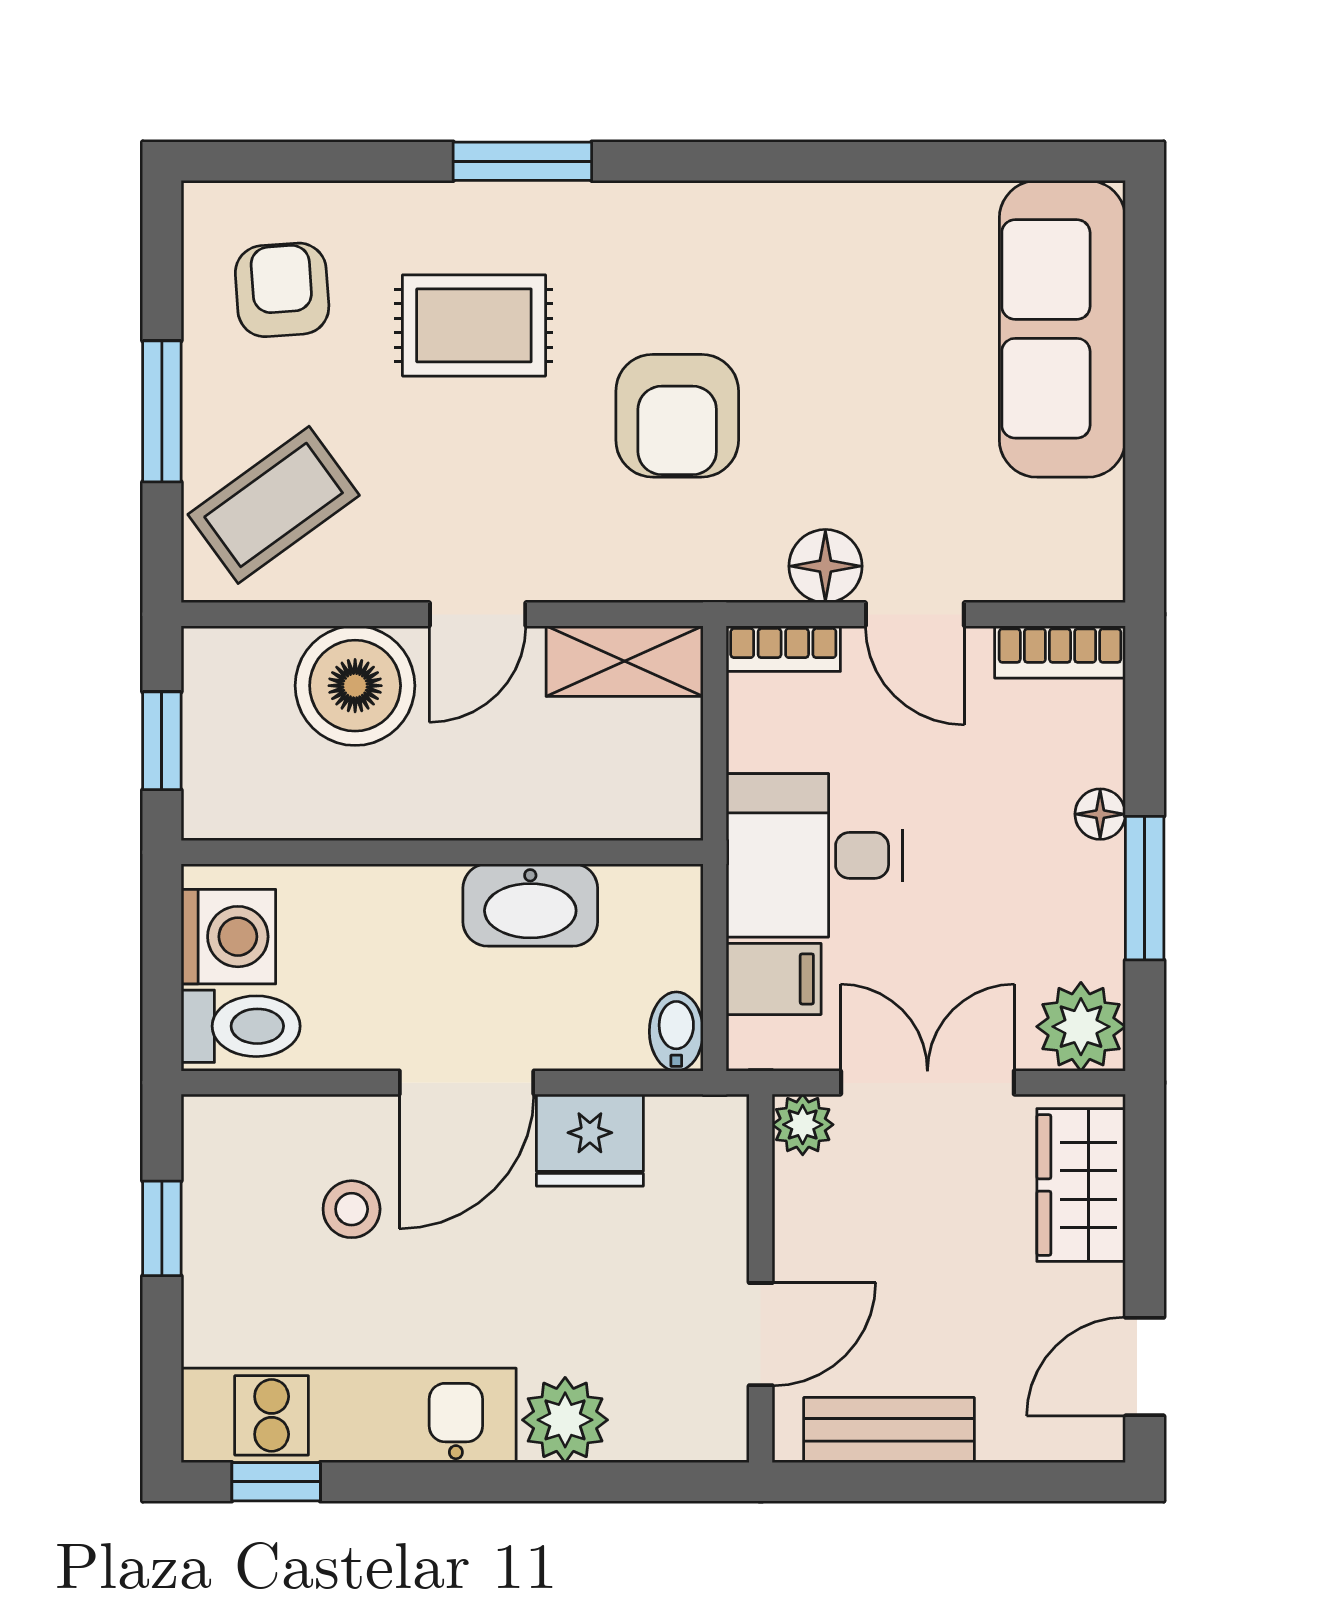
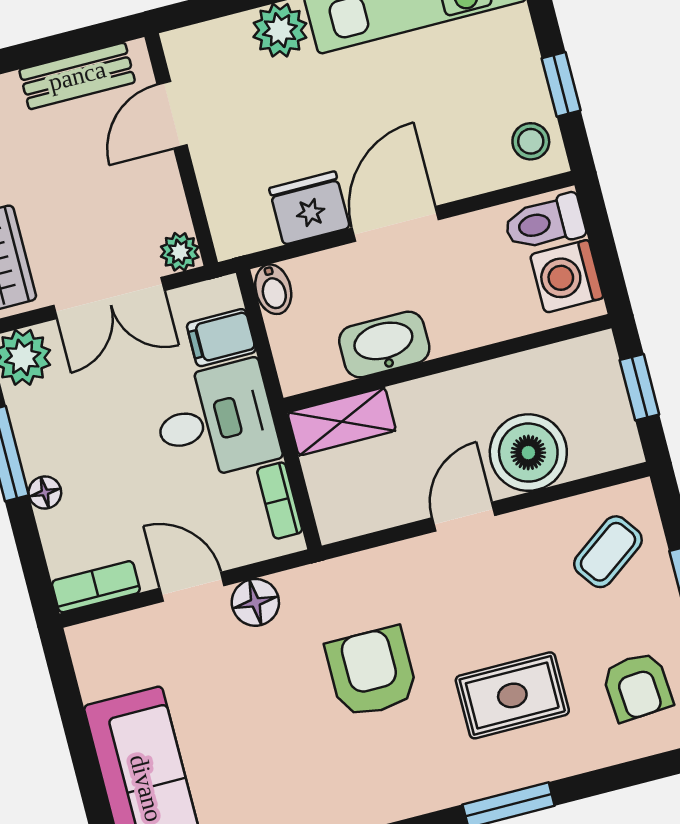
coffee table: (274, 505) -> (608, 552), width x0.73, depth x0.77
bookcase: (783, 649) -> (280, 501), moved, turned -90
shelving: (625, 661) -> (342, 421), moved
stool: (352, 1209) -> (531, 141), moved

